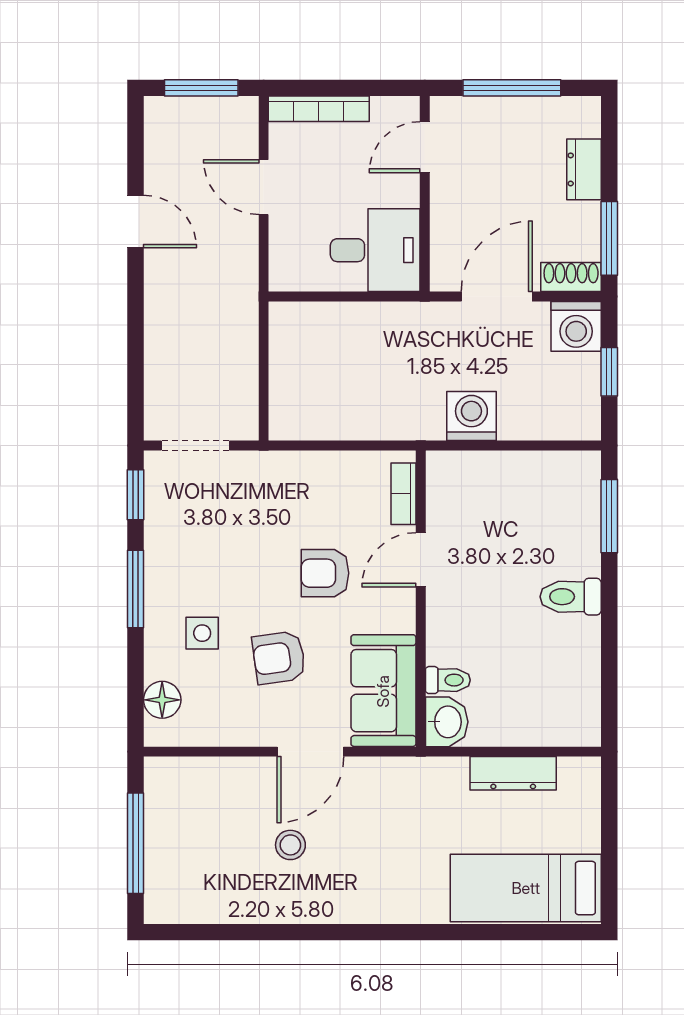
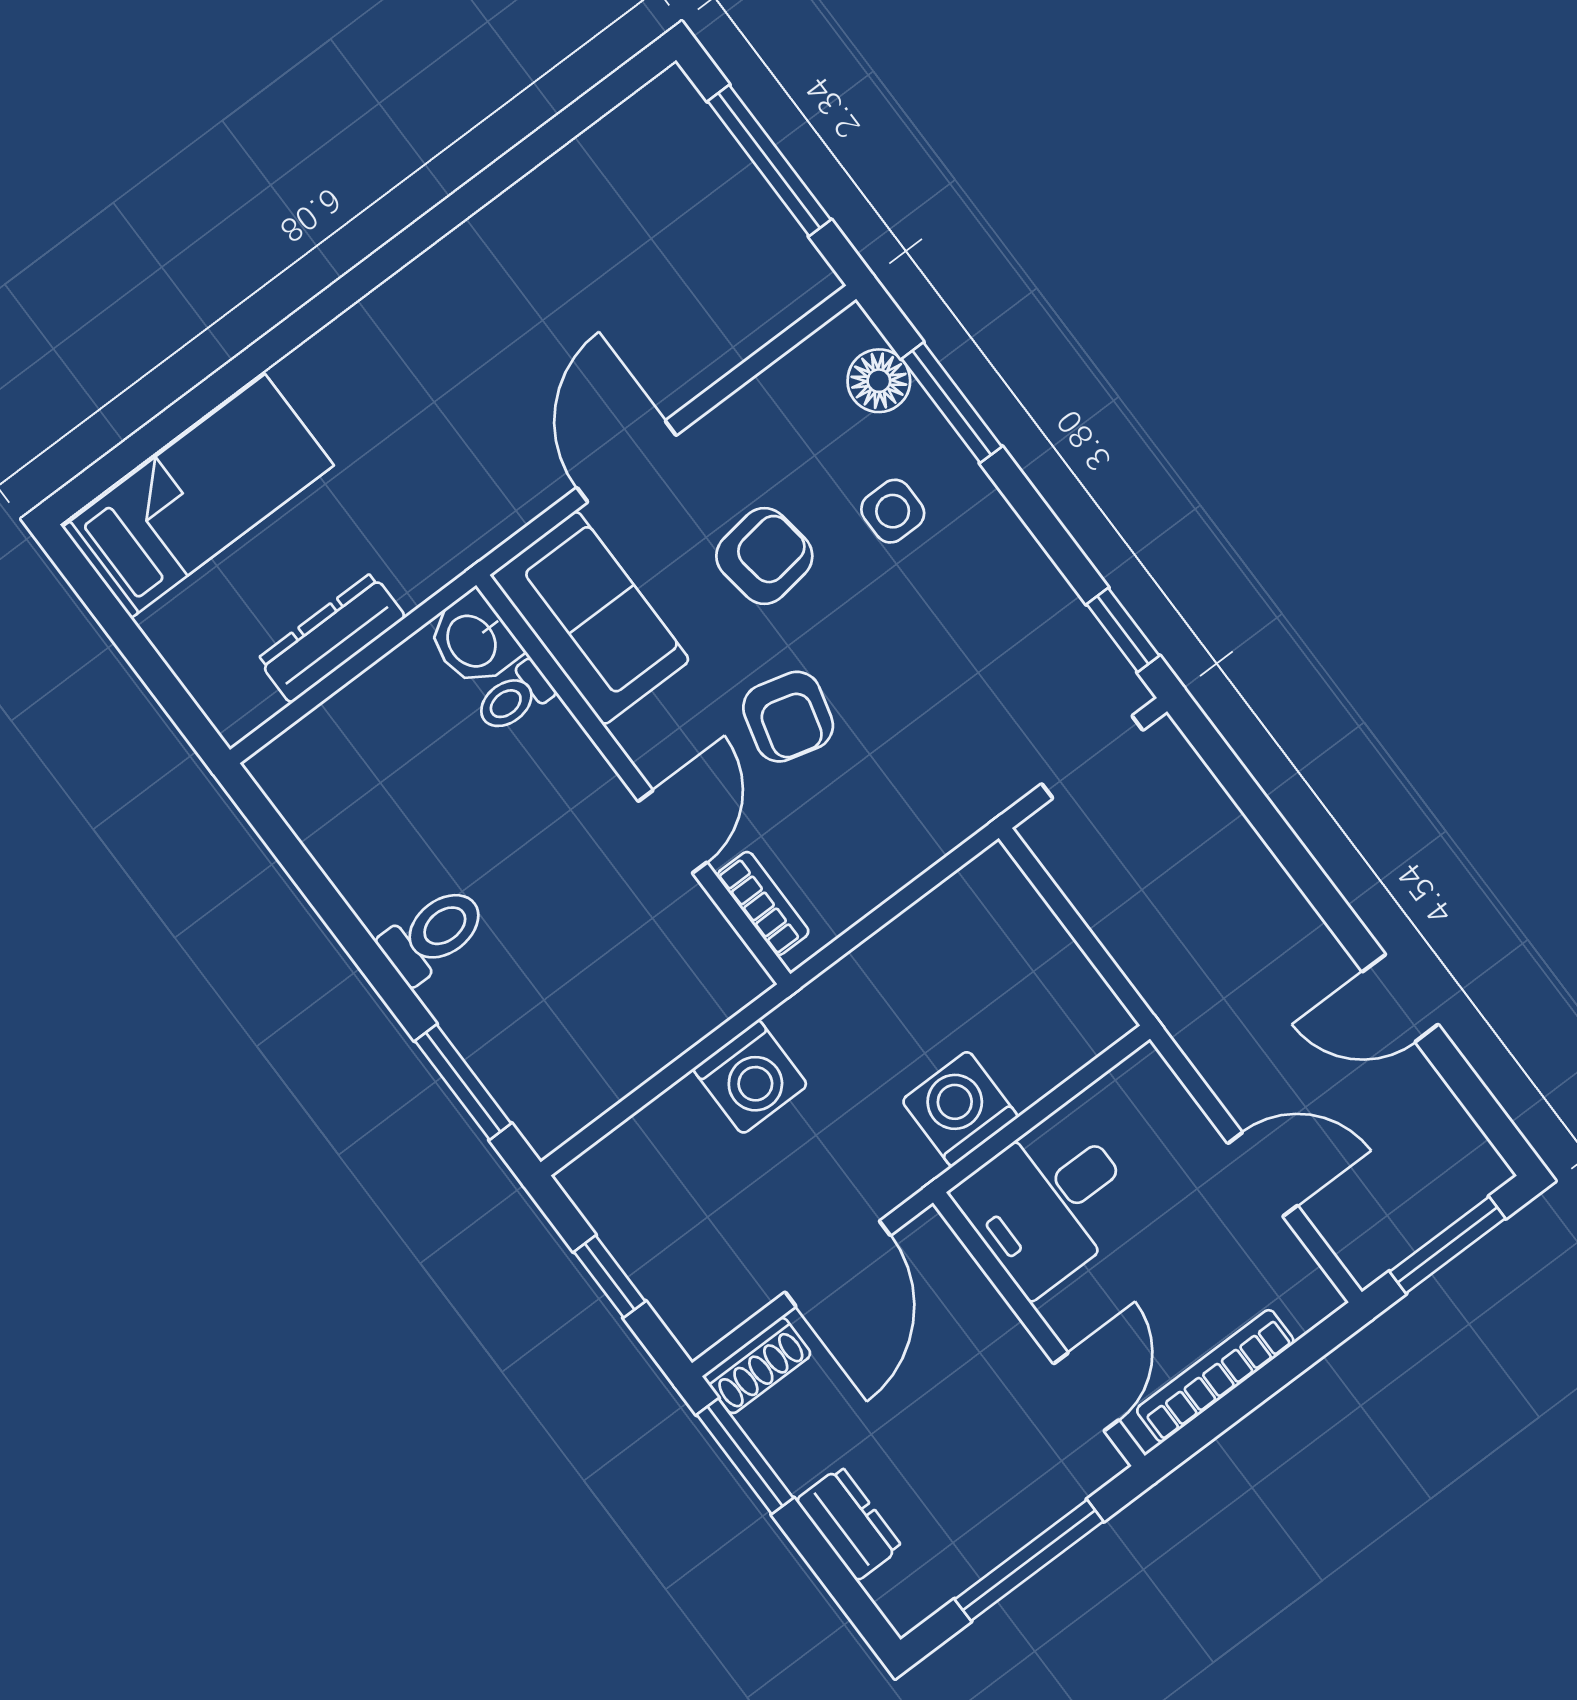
bookcase: (319, 109) -> (1215, 1376), moved
washing machine: (576, 326) -> (960, 1109), moved
armchair: (325, 573) -> (788, 717), turned 105
window: (136, 589) -> (952, 403), moved
stool: (290, 845) -> (559, 315), removed

